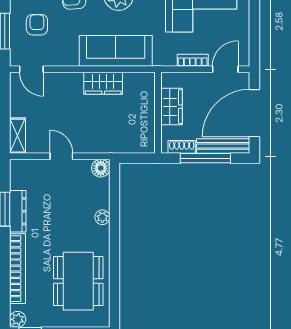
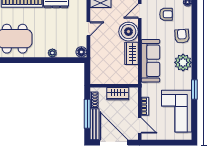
boiler: (66, 88) -> (128, 32), added

